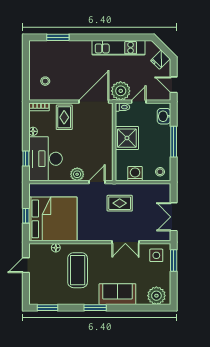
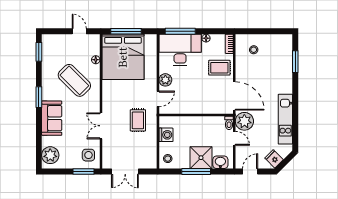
shower: (127, 138) -> (201, 158), moved
window: (26, 159) -> (180, 31), width x2.17
door: (97, 182) -> (158, 99), hinge flipped
window: (26, 216) -> (126, 31), width x2.17
double door: (174, 217) -> (125, 171), swing flipped
coffee table: (78, 270) -> (74, 80), turned 45

